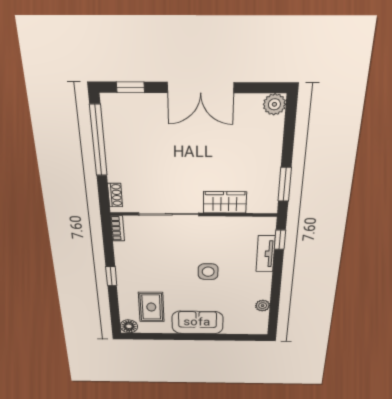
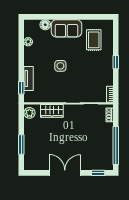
plant: (274, 104) -> (29, 113), moved
window: (285, 184) -> (21, 145), moved
floor lamp: (129, 326) -> (45, 25), moved

